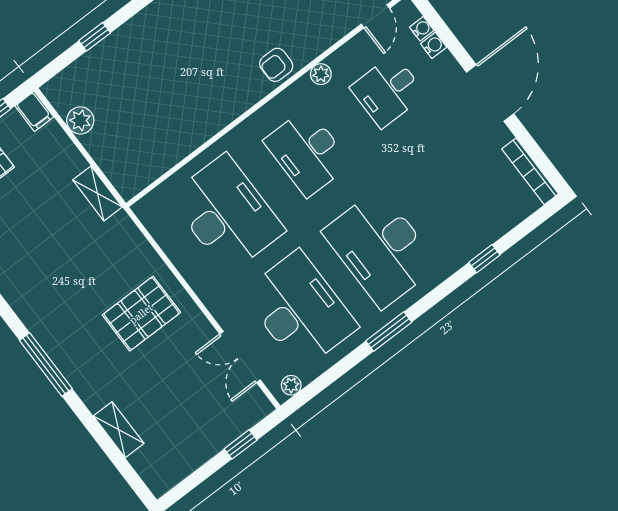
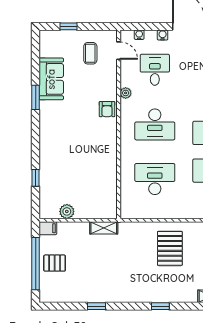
water cooler: (434, 45) -> (163, 35), moved
desk: (388, 91) -> (155, 70), turned 180
desk: (227, 214) -> (155, 179), width x0.73, depth x0.77
window: (46, 364) -> (160, 306), width x0.46

